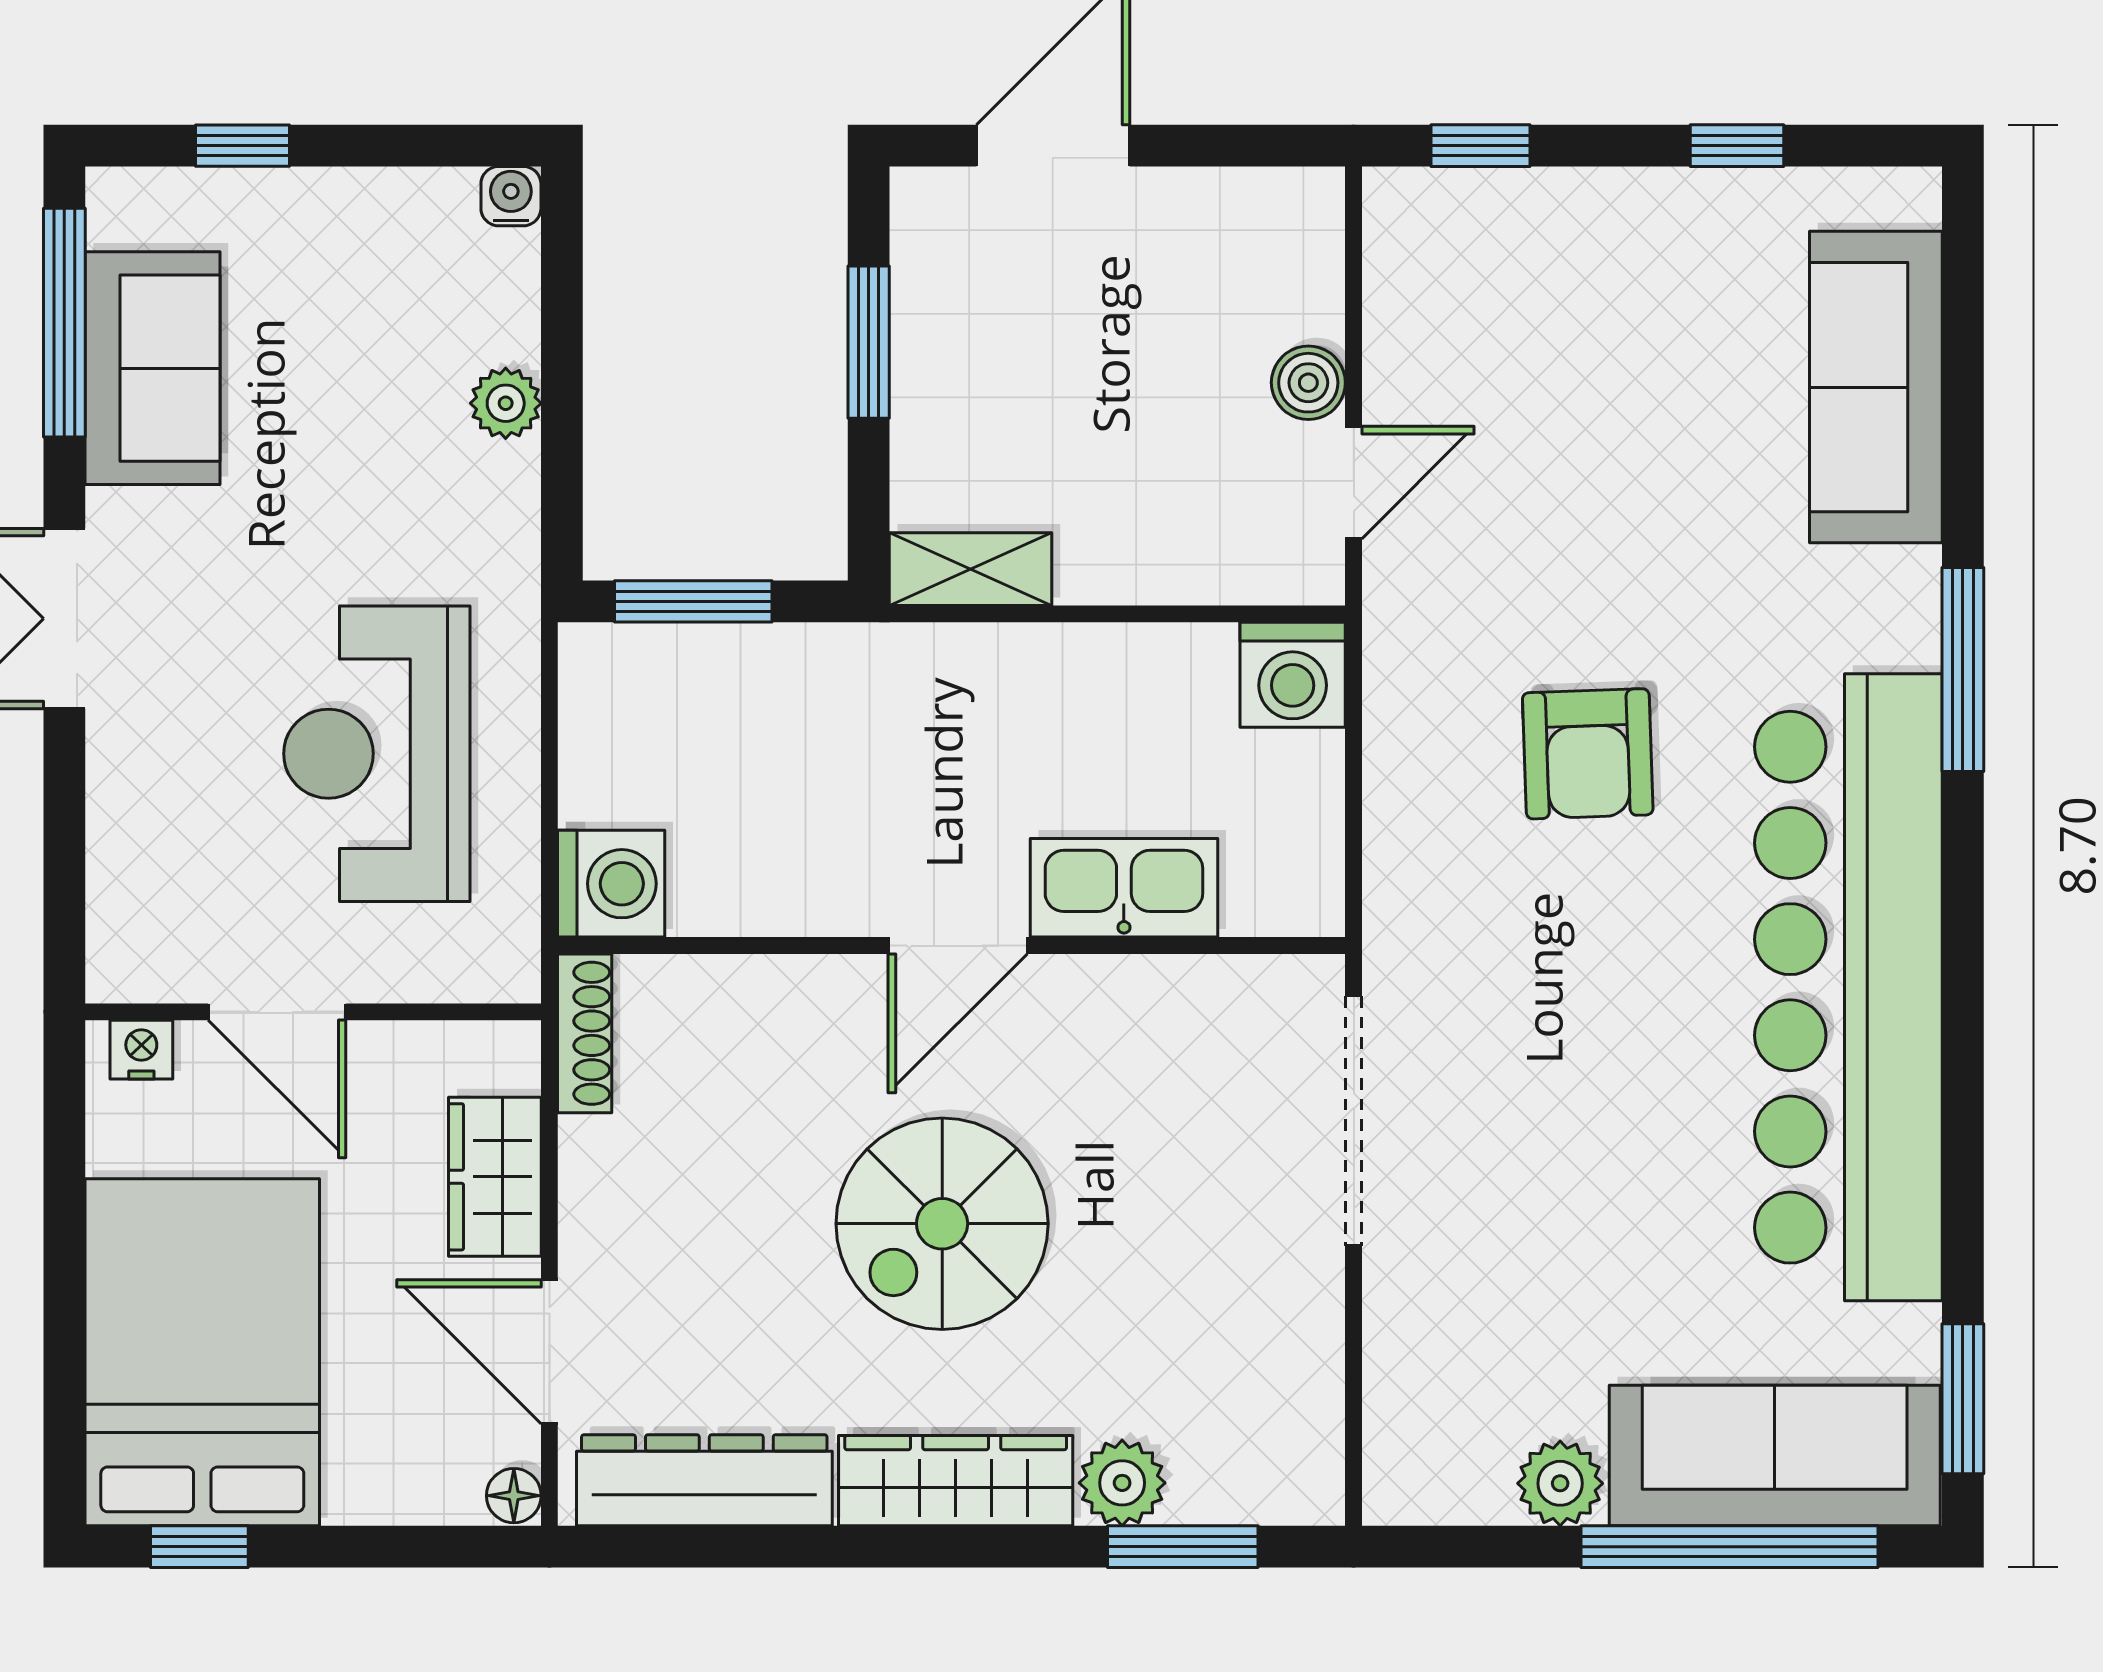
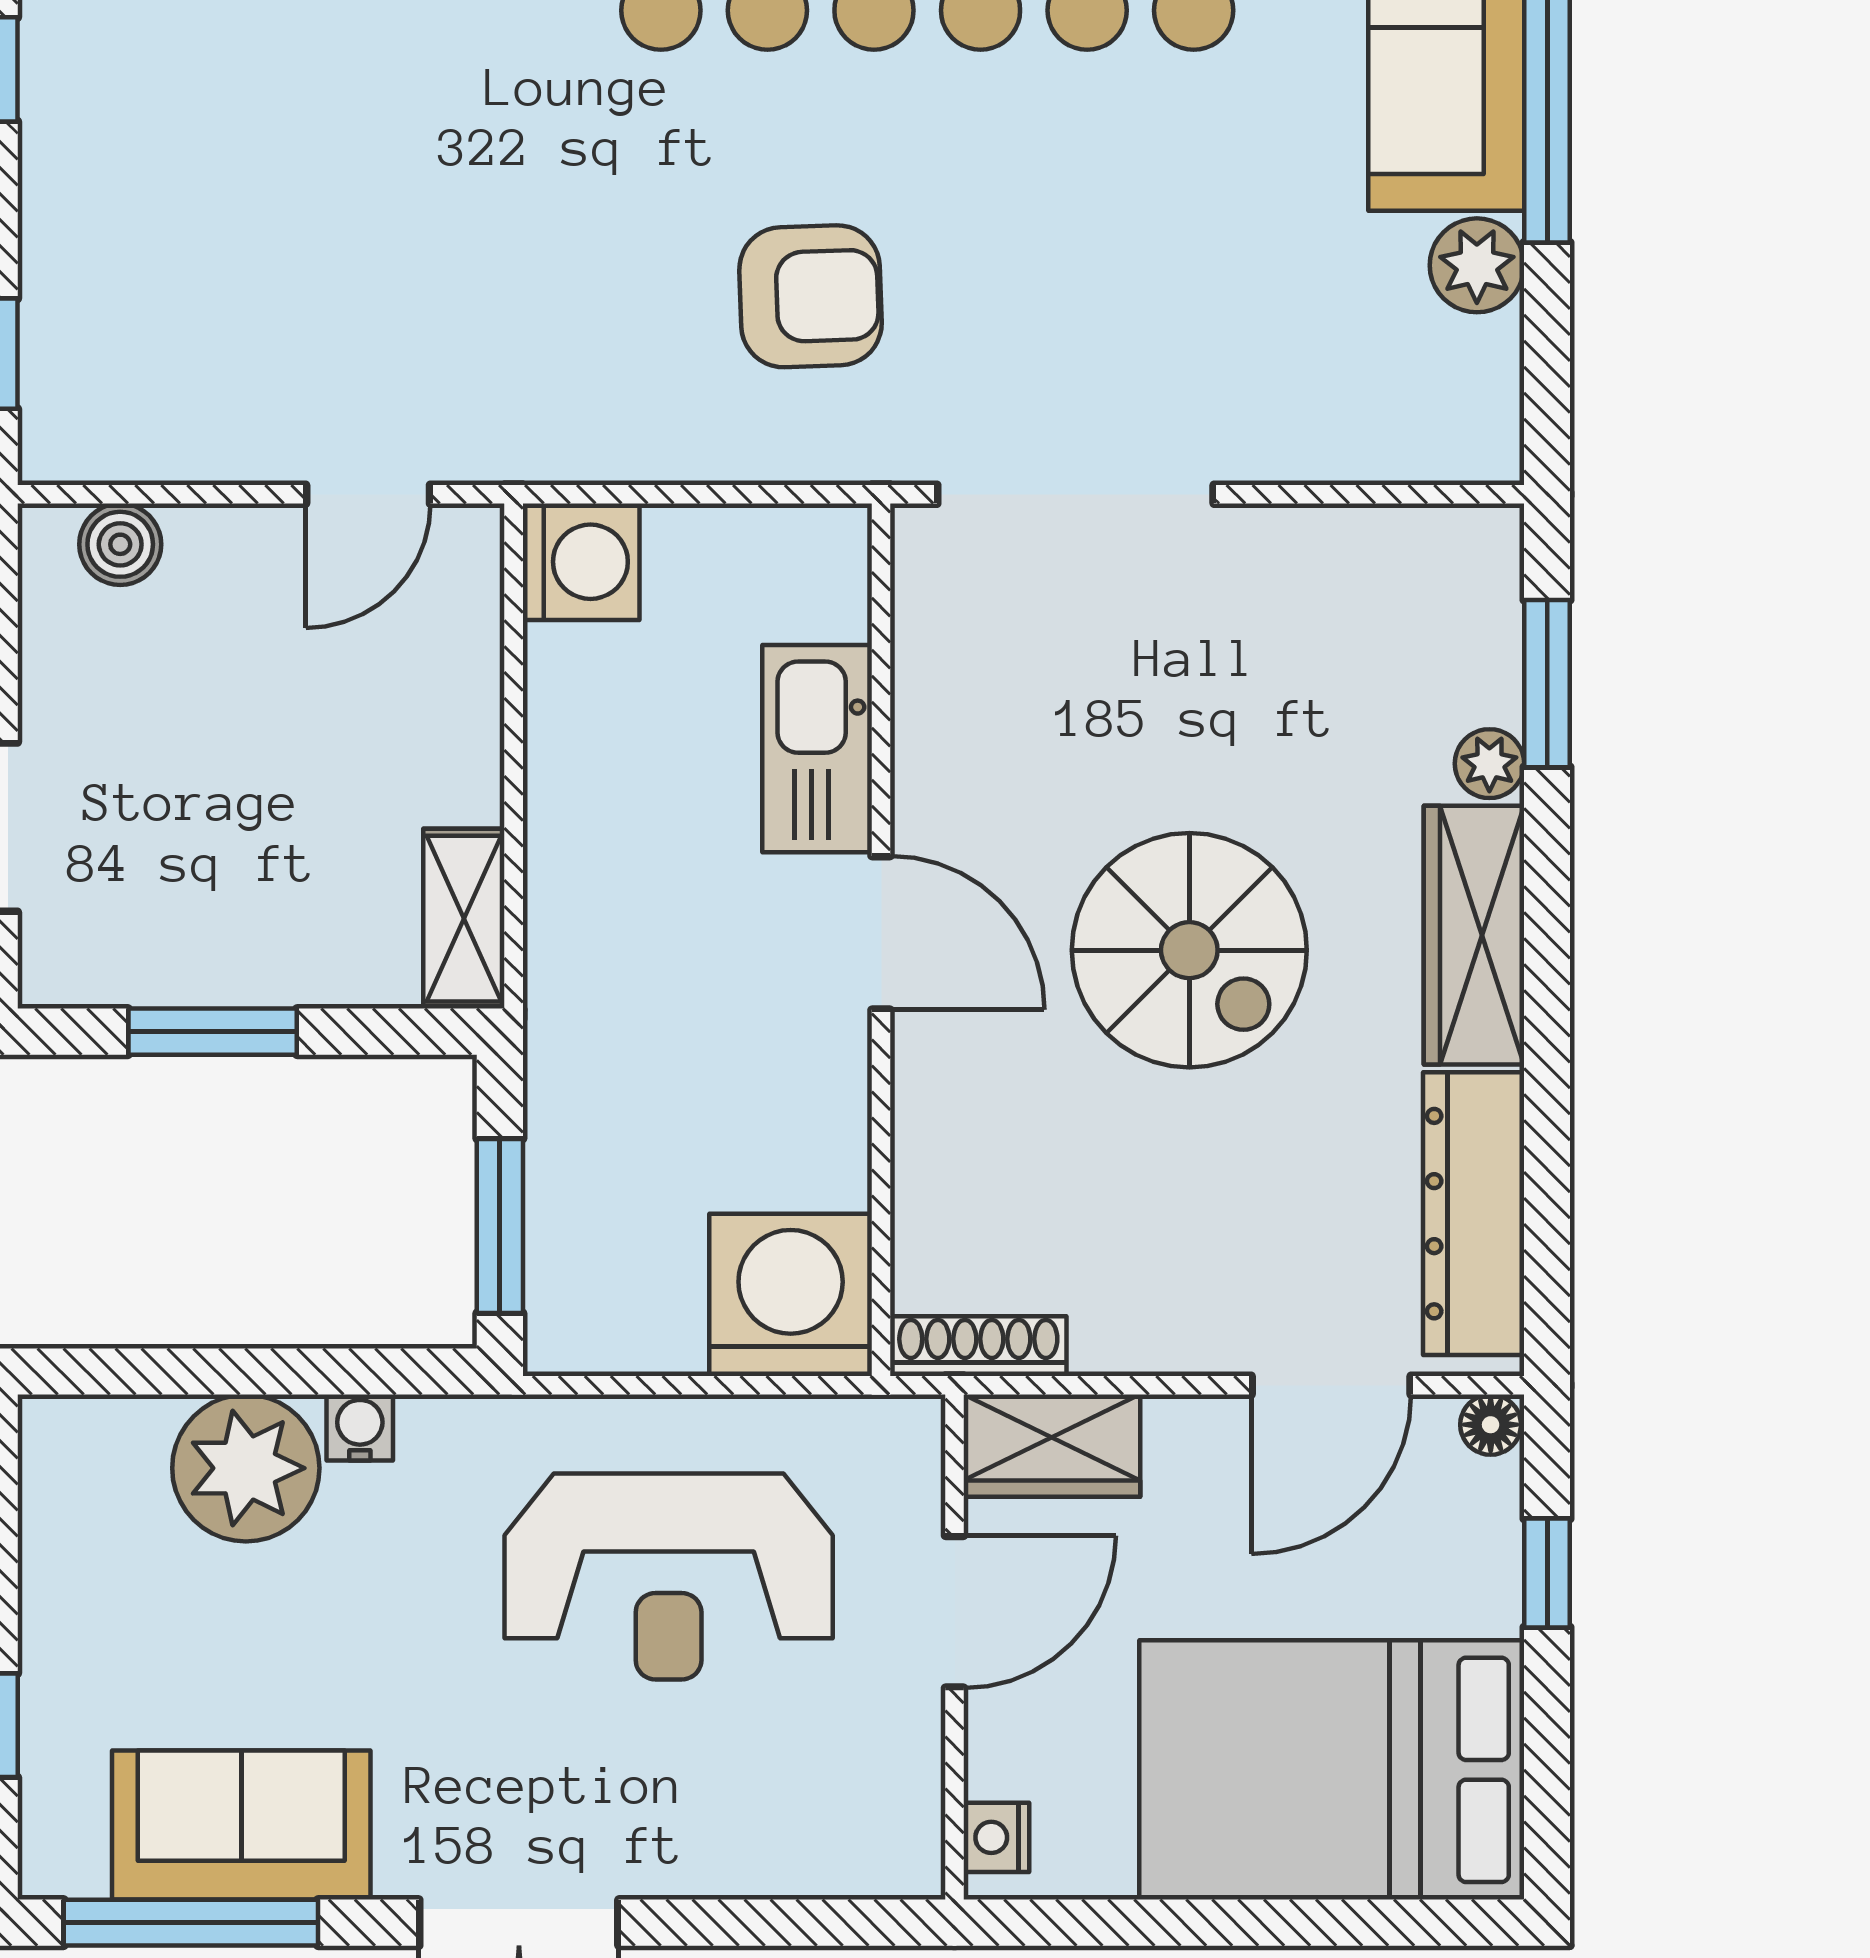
water cooler: (511, 196) -> (360, 1428), moved, turned 90
boiler: (1308, 383) -> (120, 544), moved
plant: (506, 403) -> (246, 1468), width x1.87, depth x1.87
door: (1354, 483) -> (368, 494), swing flipped
armchair: (1588, 754) -> (811, 296), moved
washing machine: (611, 884) -> (791, 1295), width x1.37, depth x1.37
door: (277, 1012) -> (955, 1612), moved
wardrobe: (495, 1177) -> (1052, 1446), moved
plant: (1122, 1483) -> (1489, 764), width x0.73, depth x0.73
window: (199, 1547) -> (1547, 1573), moved

